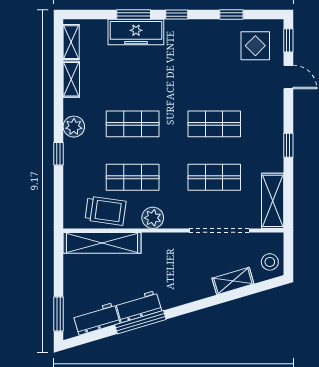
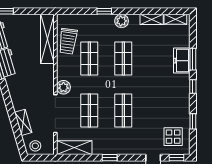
freezer: (136, 32) -> (182, 61), width x0.71
plant: (153, 218) -> (63, 87), moved

